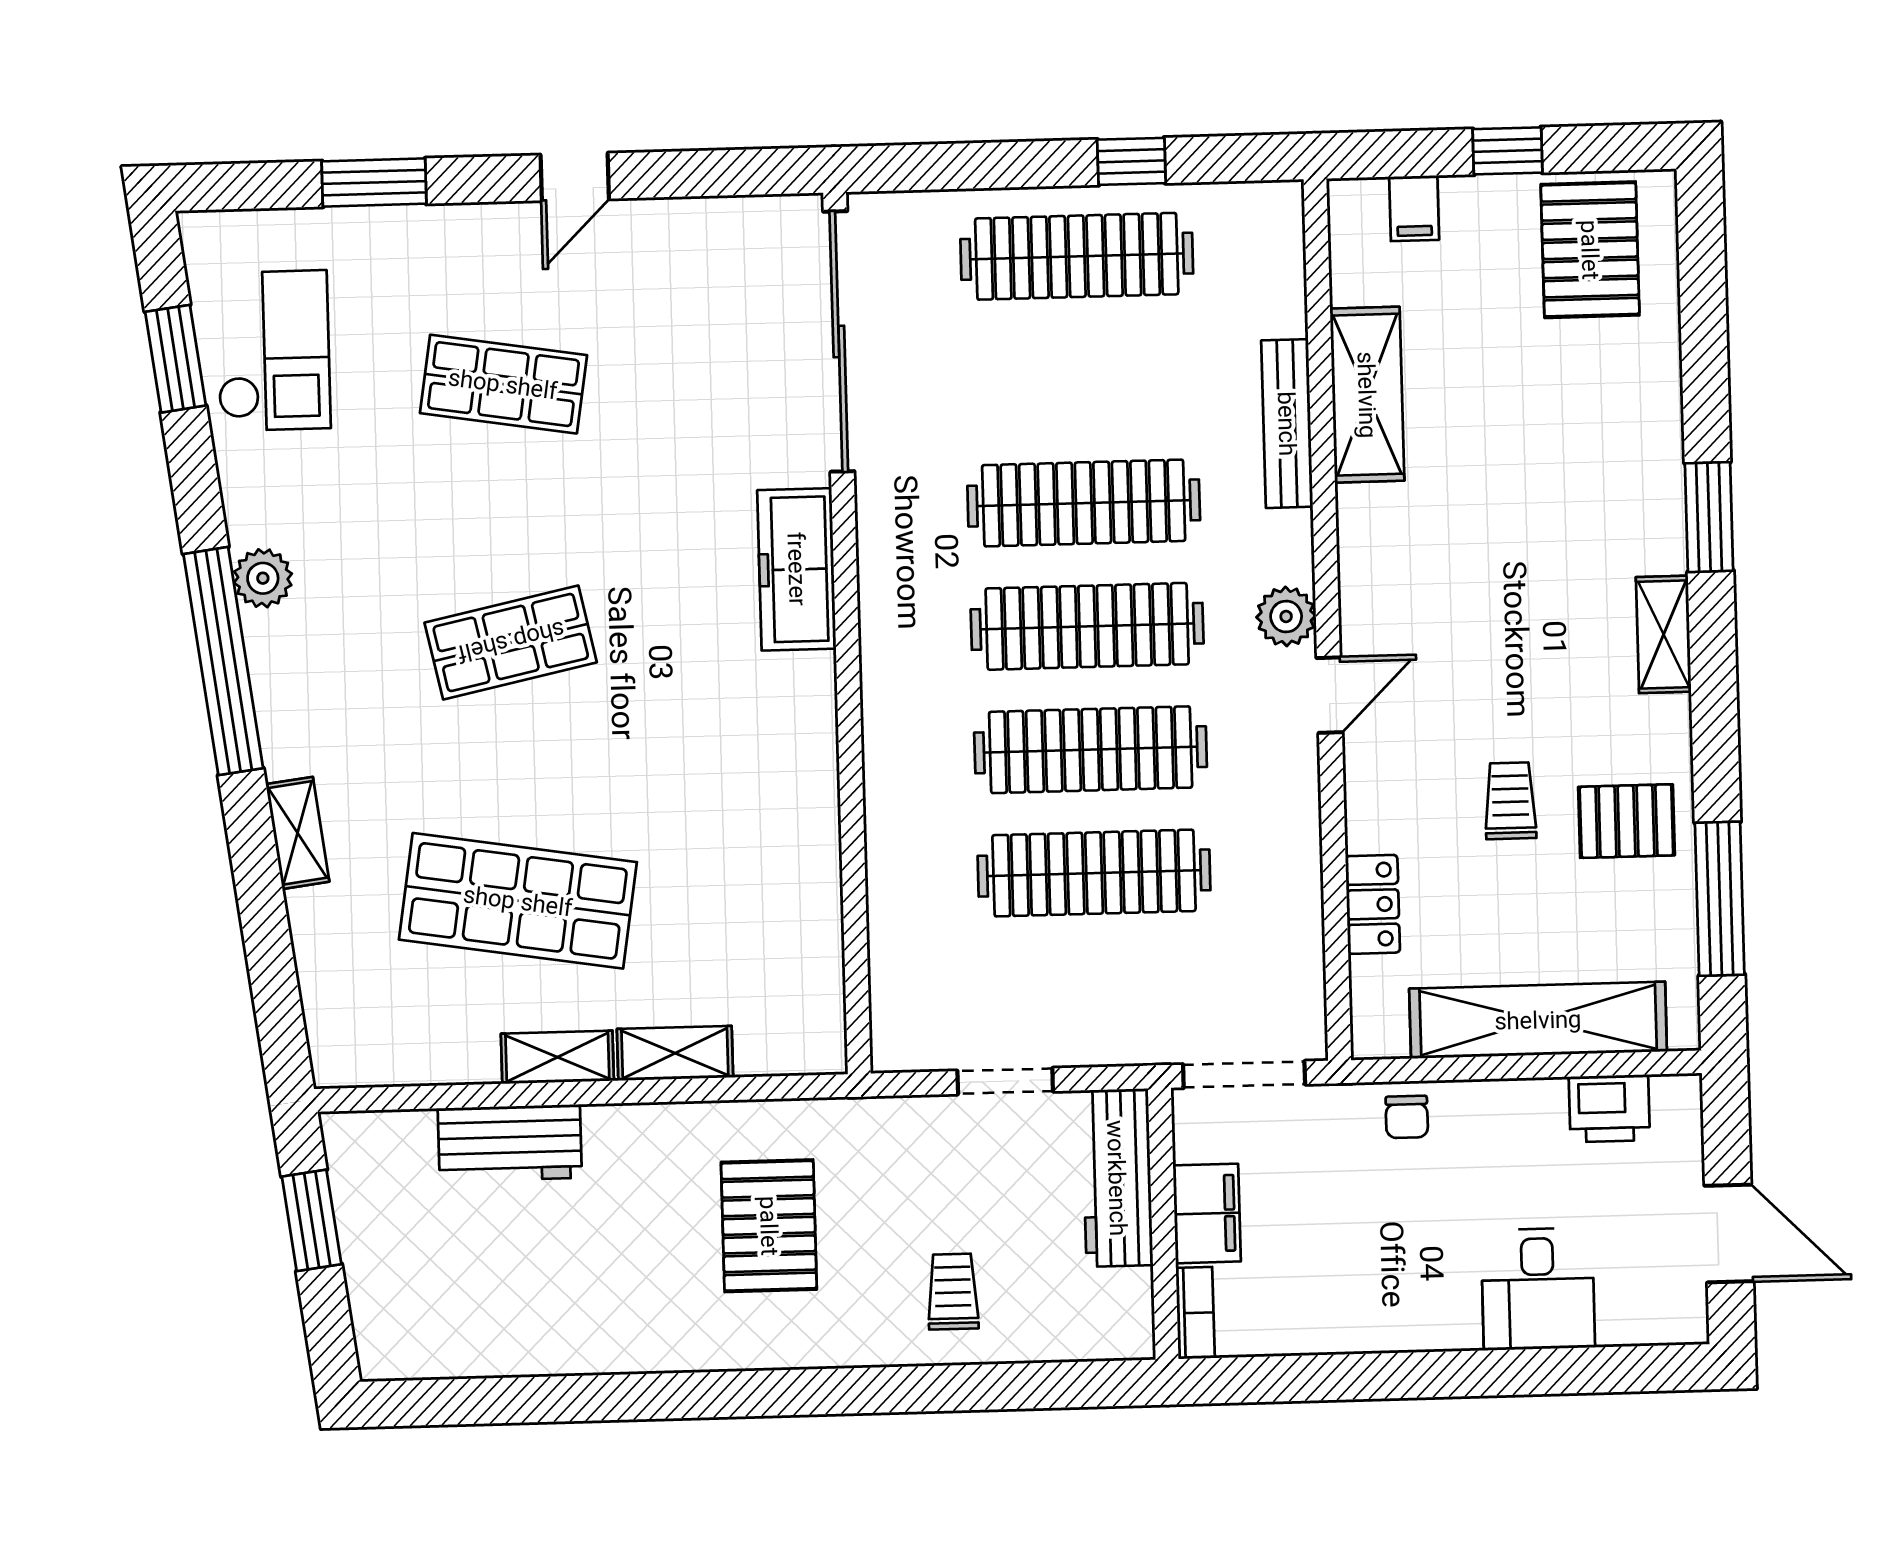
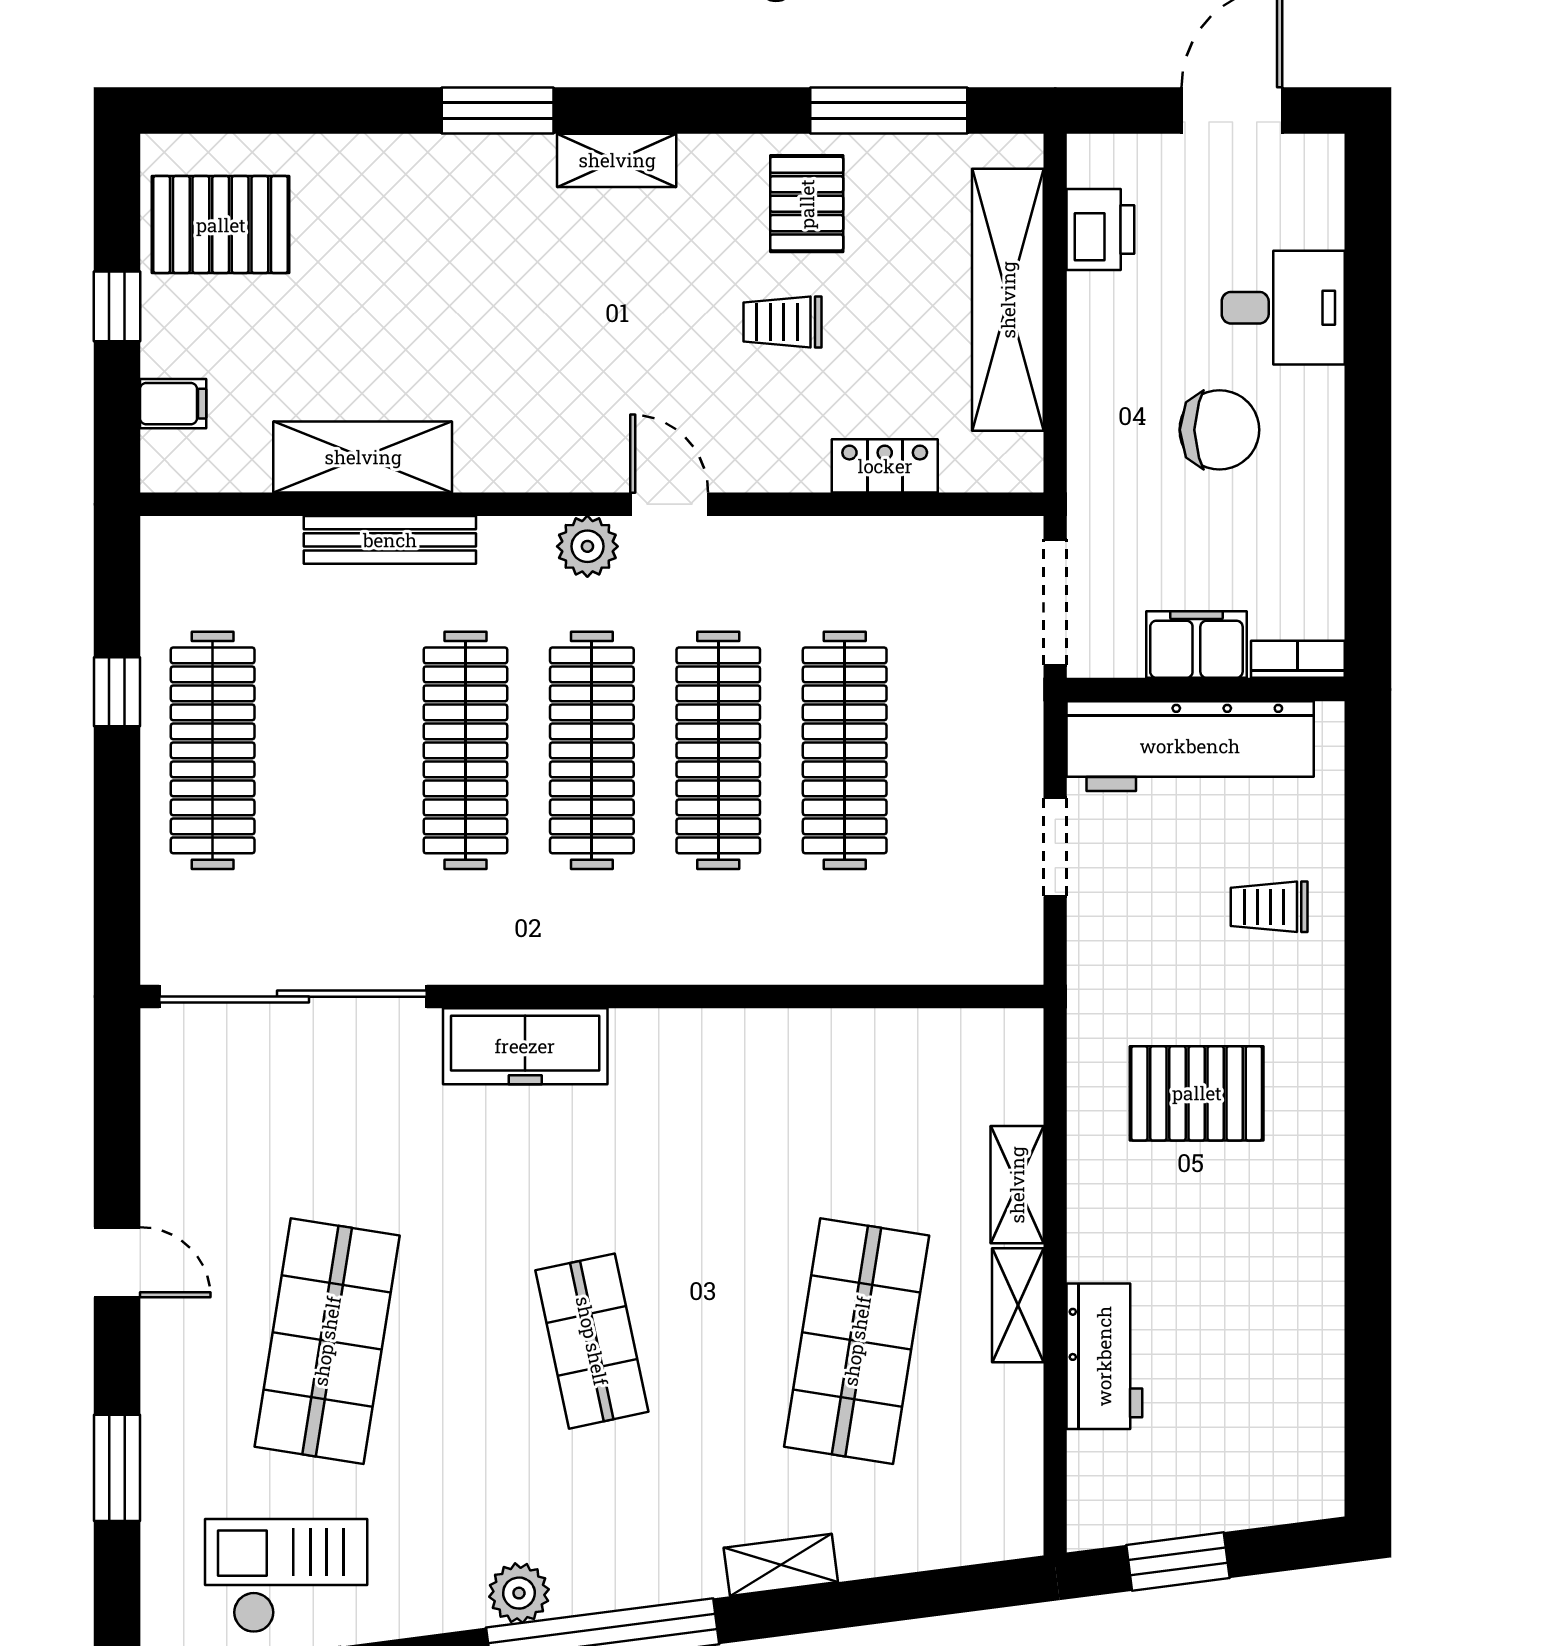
shop shelf: (503, 384) -> (327, 1341), width x1.43, depth x1.36
chair: (1407, 1117) -> (1219, 430), moved, width x1.87, depth x1.87
workbench: (1117, 1178) -> (1190, 746), width x1.36, depth x1.32

